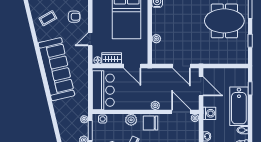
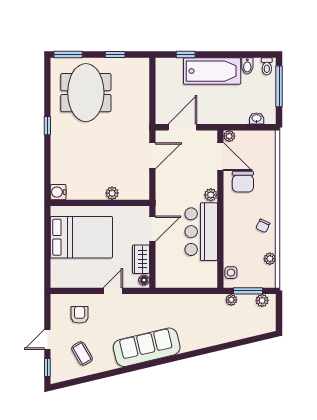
door: (90, 39) -> (113, 291), swing flipped
sofa: (56, 69) -> (147, 347), width x0.74, depth x0.79
bar counter: (103, 90) -> (201, 232), moved, turned -90
door: (181, 112) -> (220, 156), swing flipped
washing machine: (209, 113) -> (222, 115), removed
plant: (131, 120) -> (232, 230), removed
chair: (150, 123) -> (243, 182), moved

